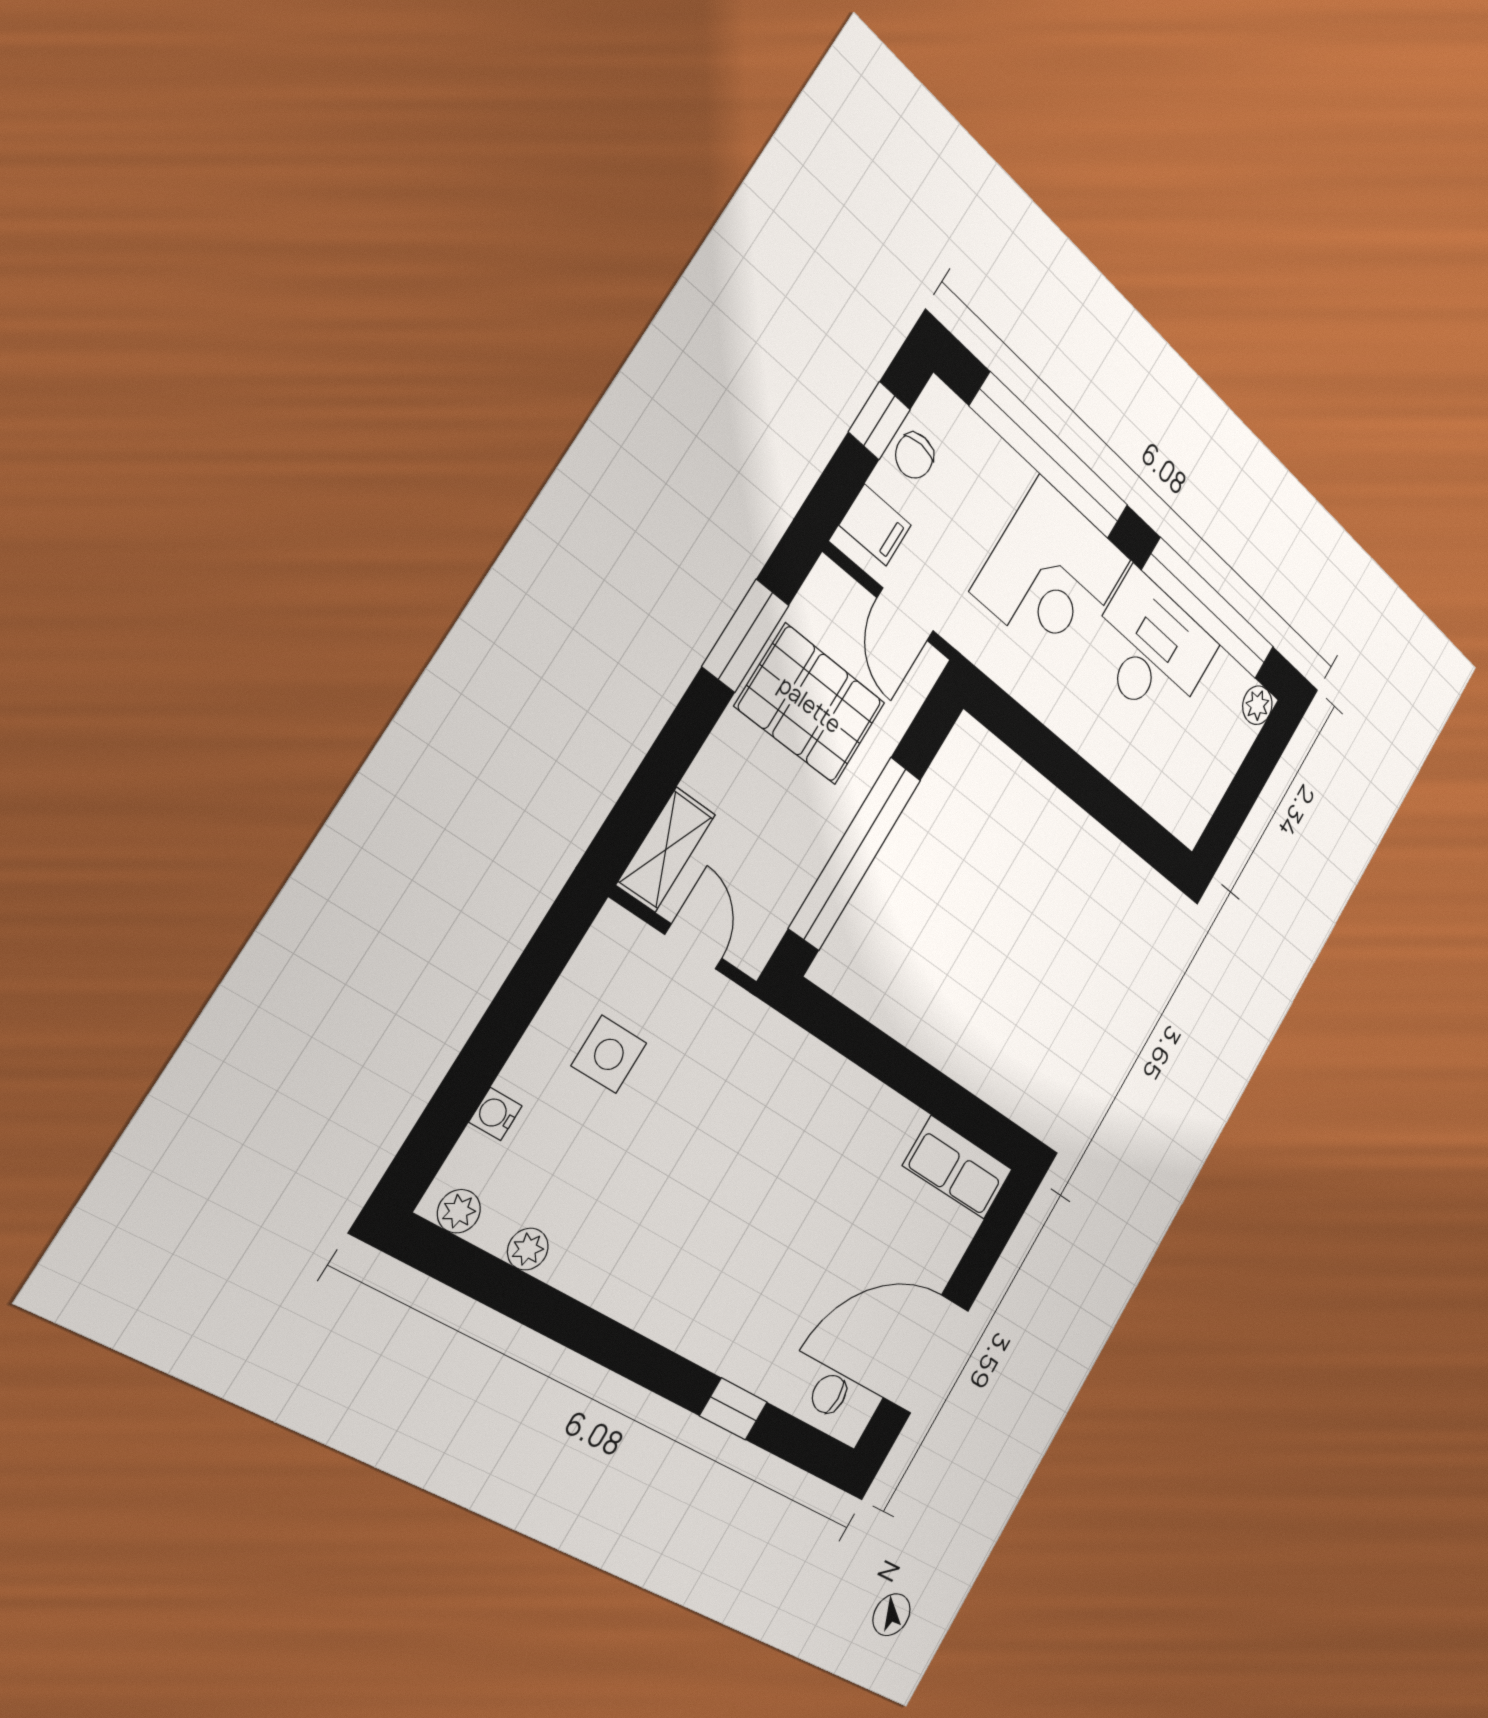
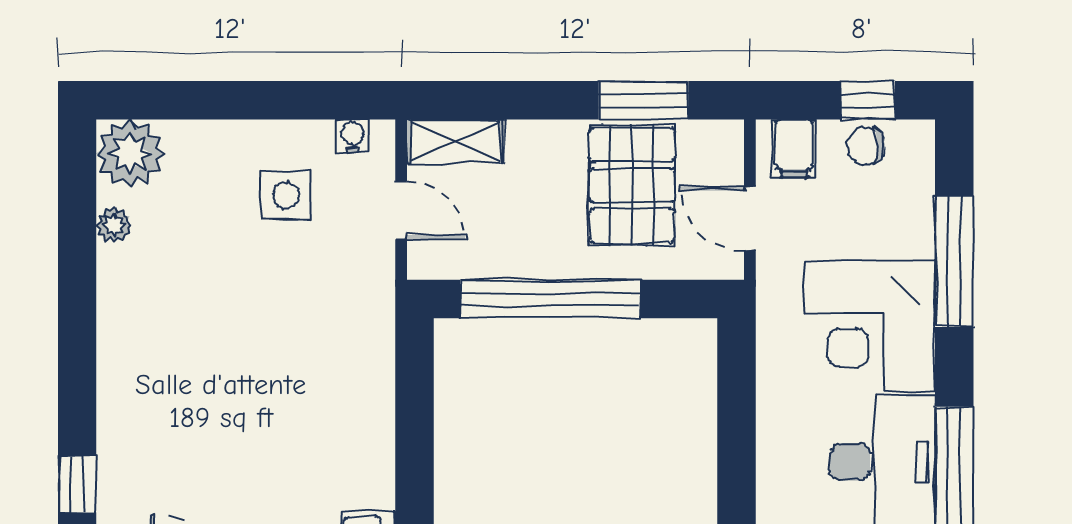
window: (1050, 457) -> (954, 261), width x0.68
door: (905, 614) -> (750, 218), hinge flipped
door: (694, 947) -> (401, 210), hinge flipped
water cooler: (495, 1114) -> (353, 136), moved
plant: (459, 1211) -> (130, 154), width x1.87, depth x1.87

